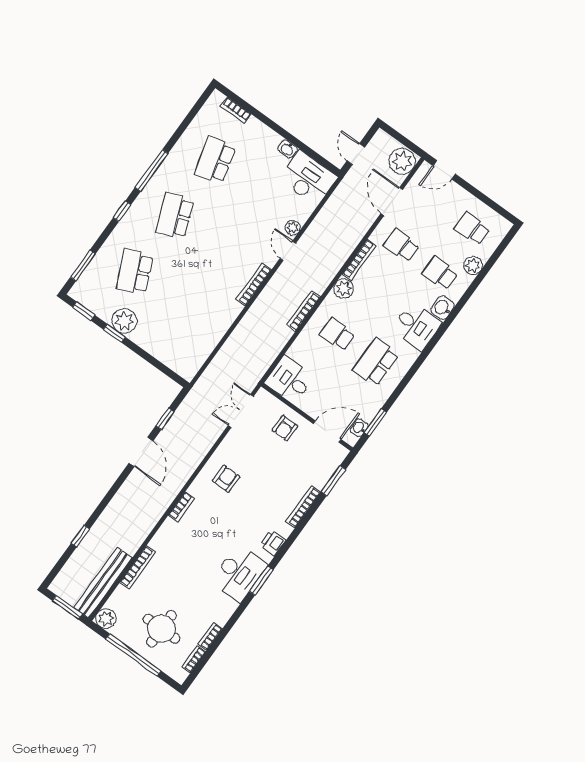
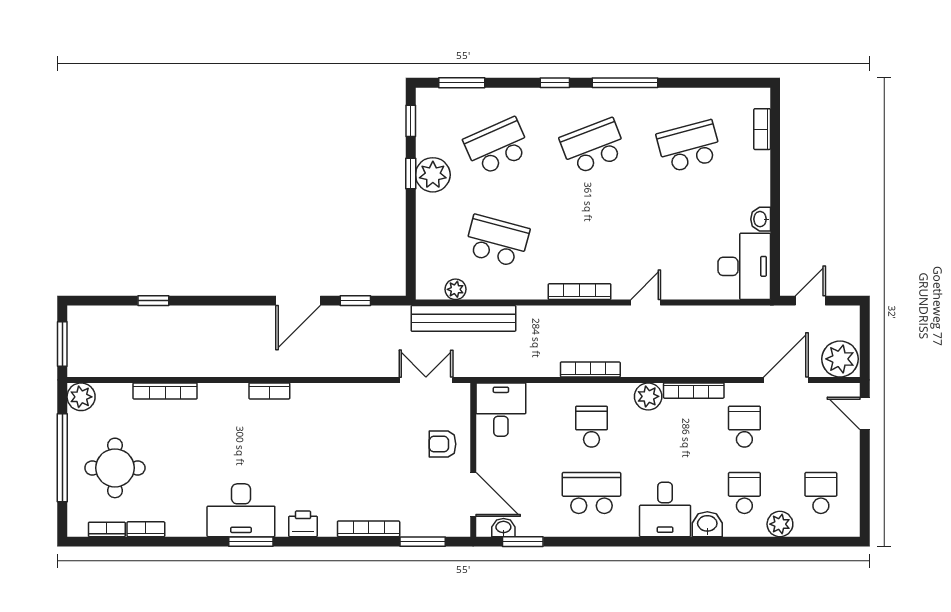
plant: (293, 228) -> (455, 289), moved
school desk: (190, 311) -> (497, 241), added
armchair: (226, 479) -> (337, 418), removed
bench: (103, 583) -> (463, 318), moved

